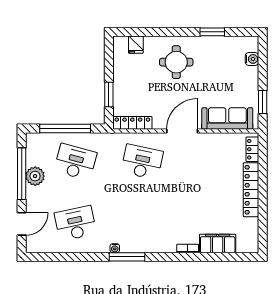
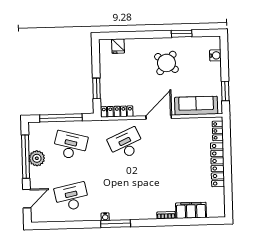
round table: (176, 62) -> (166, 63), moved, turned 38
desk: (142, 162) -> (126, 144), turned -36

